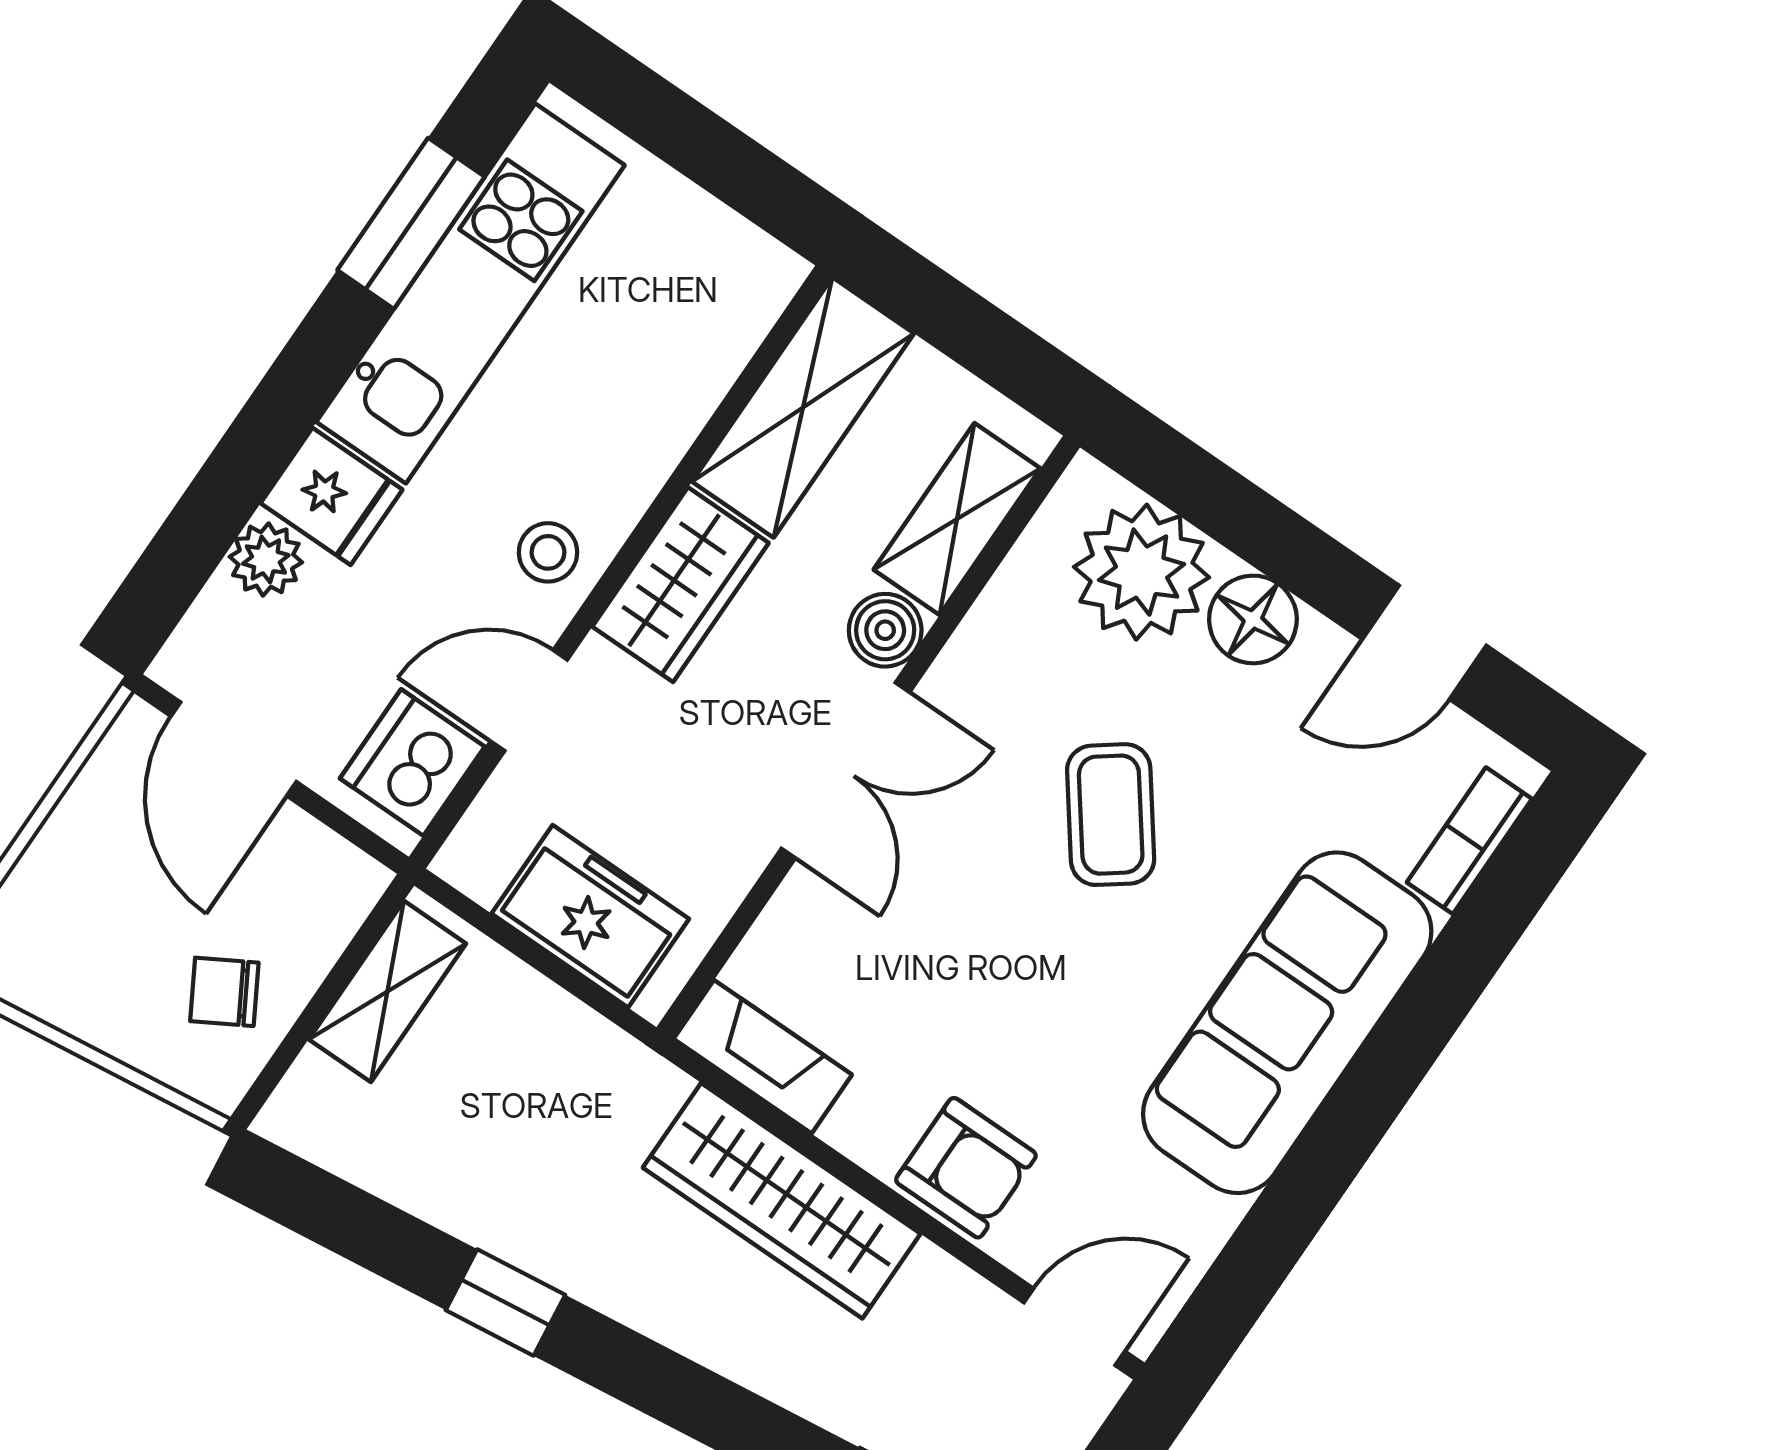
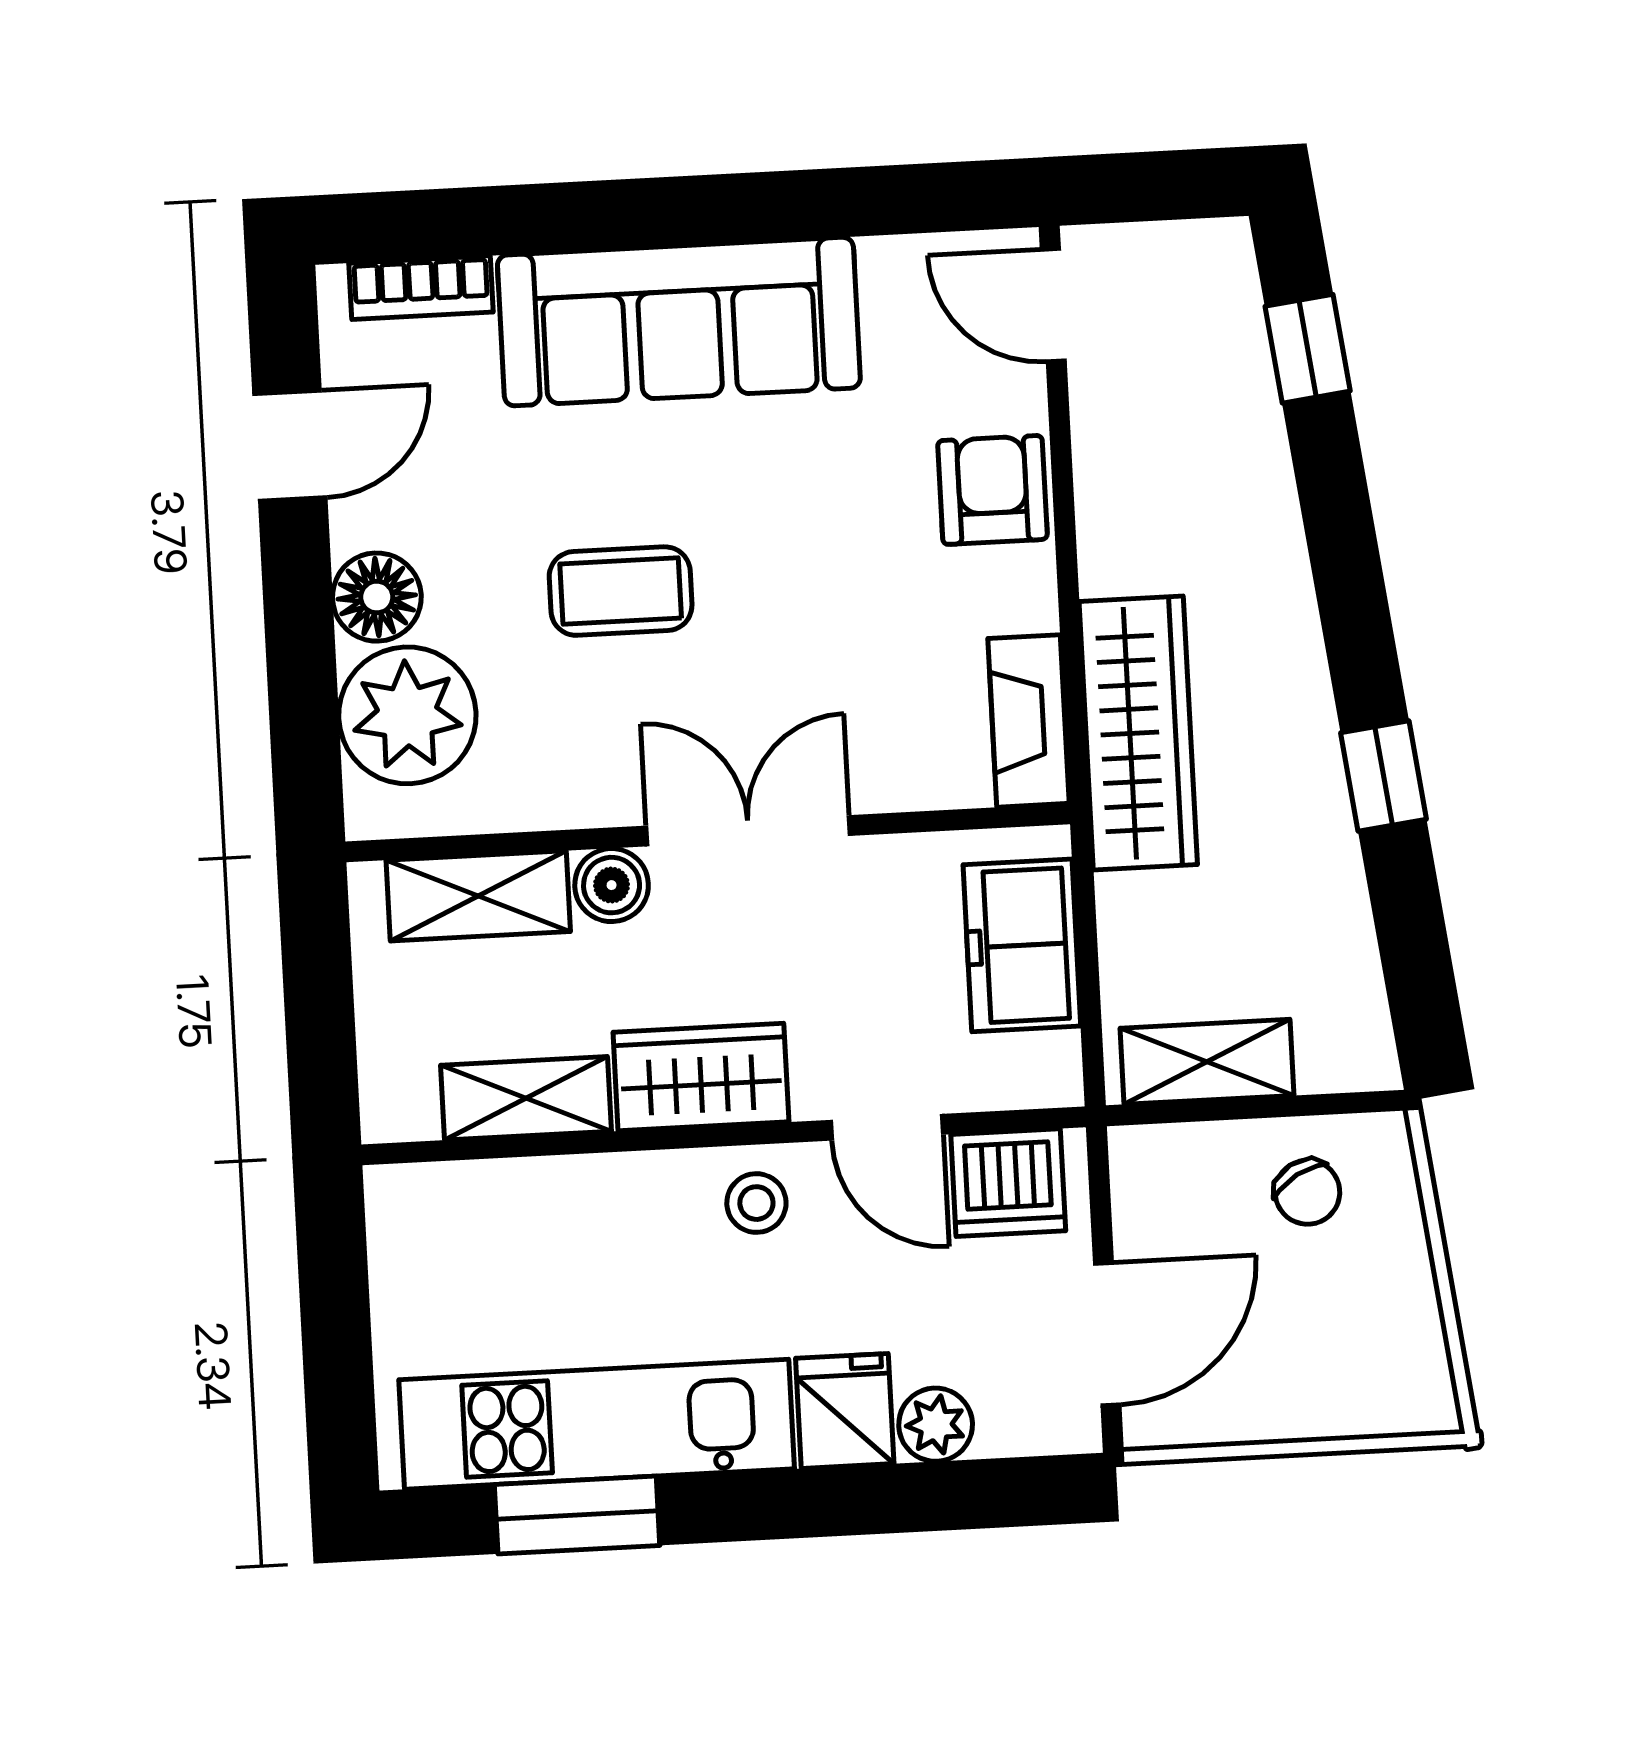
shelving: (803, 407) -> (526, 1098), width x0.67, depth x0.75
door: (1424, 642) -> (290, 446), hinge flipped
coffee table: (1111, 815) -> (621, 591), turned 37
wardrobe: (782, 1201) -> (1138, 733), moved

